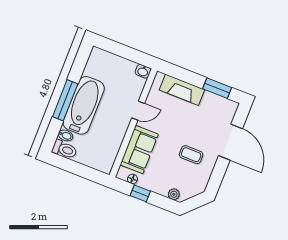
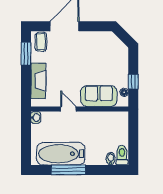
window: (65, 100) -> (68, 170), moved
bathtub: (84, 105) -> (61, 154), moved
coffee table: (191, 155) -> (41, 42), moved
plant: (174, 194) -> (123, 55), removed

